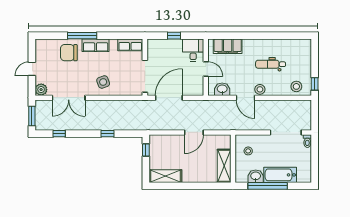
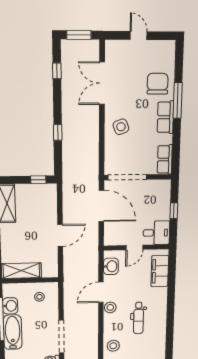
dental chair: (271, 64) -> (138, 318), turned 180
plant: (41, 90) -> (112, 47), removed
door: (194, 132) -> (60, 235), swing flipped

